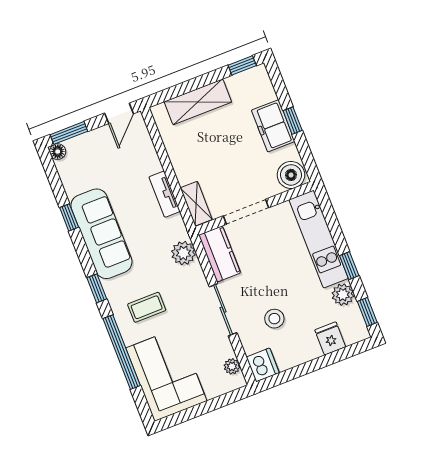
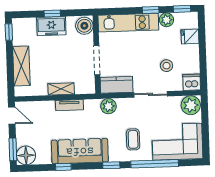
floor lamp: (58, 152) -> (26, 155), width x1.89, depth x1.89
shelving: (196, 204) -> (61, 89), moved
plant: (232, 366) -> (191, 105), width x1.88, depth x1.88

